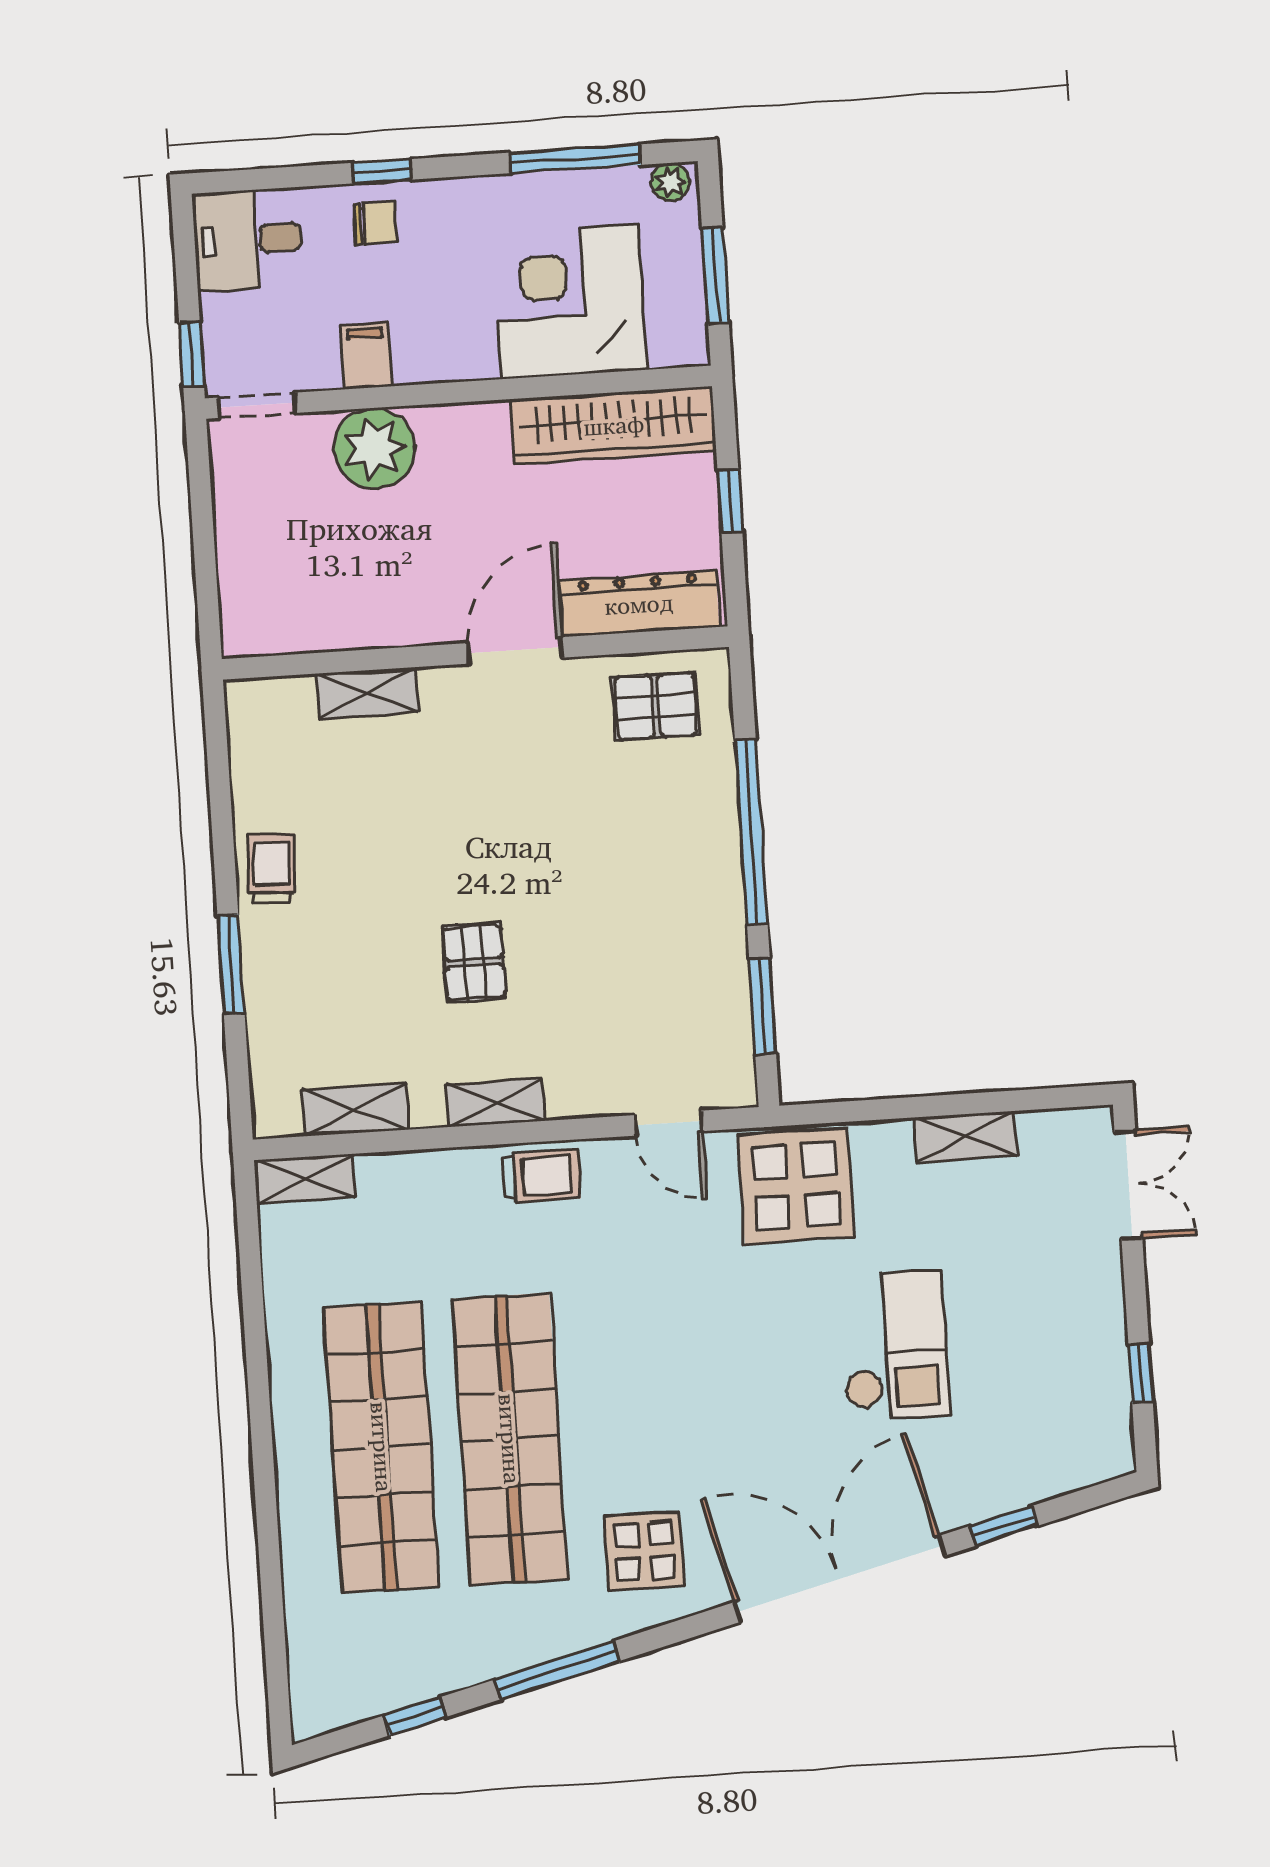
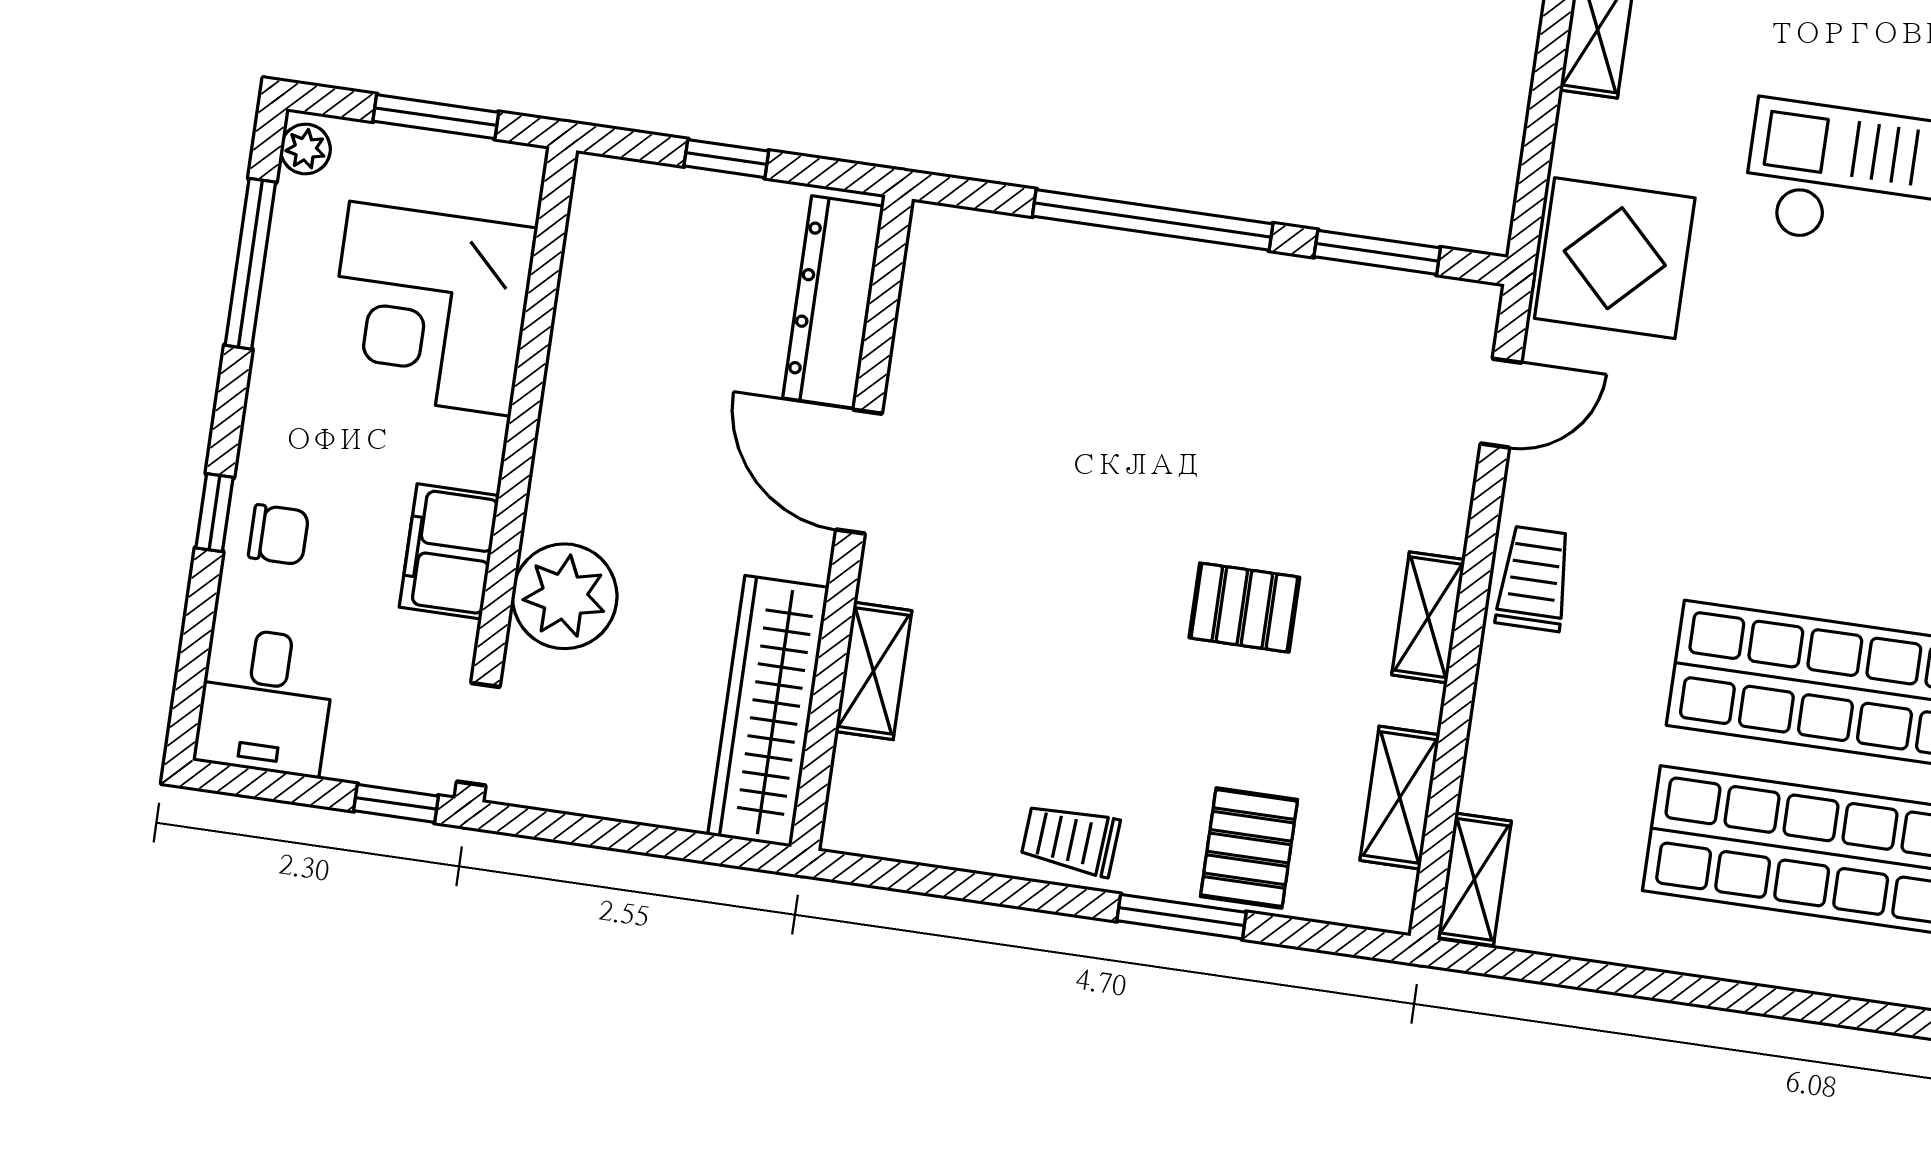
chair: (375, 223) -> (279, 535), turned 90
filing cabinet: (366, 356) -> (449, 551), width x2.00
wardrobe: (614, 425) -> (768, 711), moved, turned 180
pallet: (656, 706) -> (1249, 848), moved

